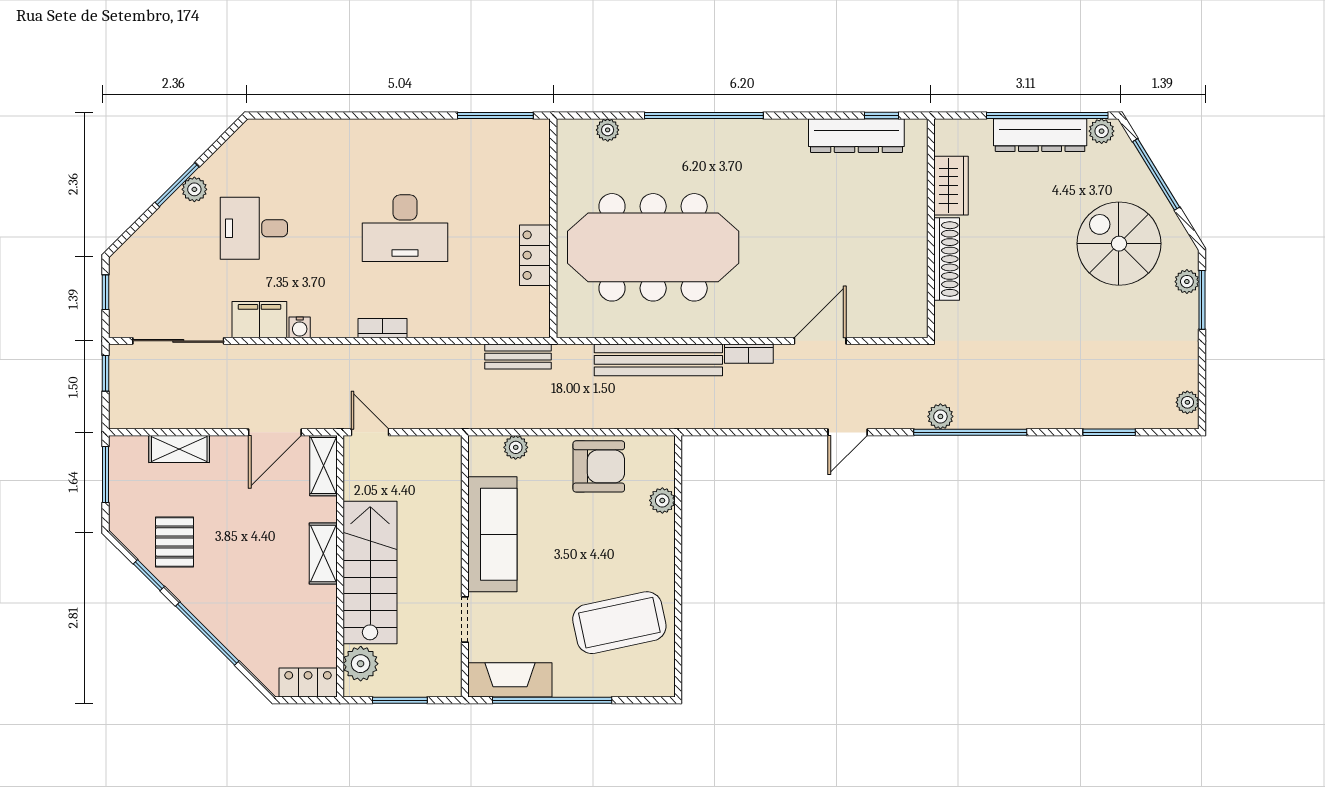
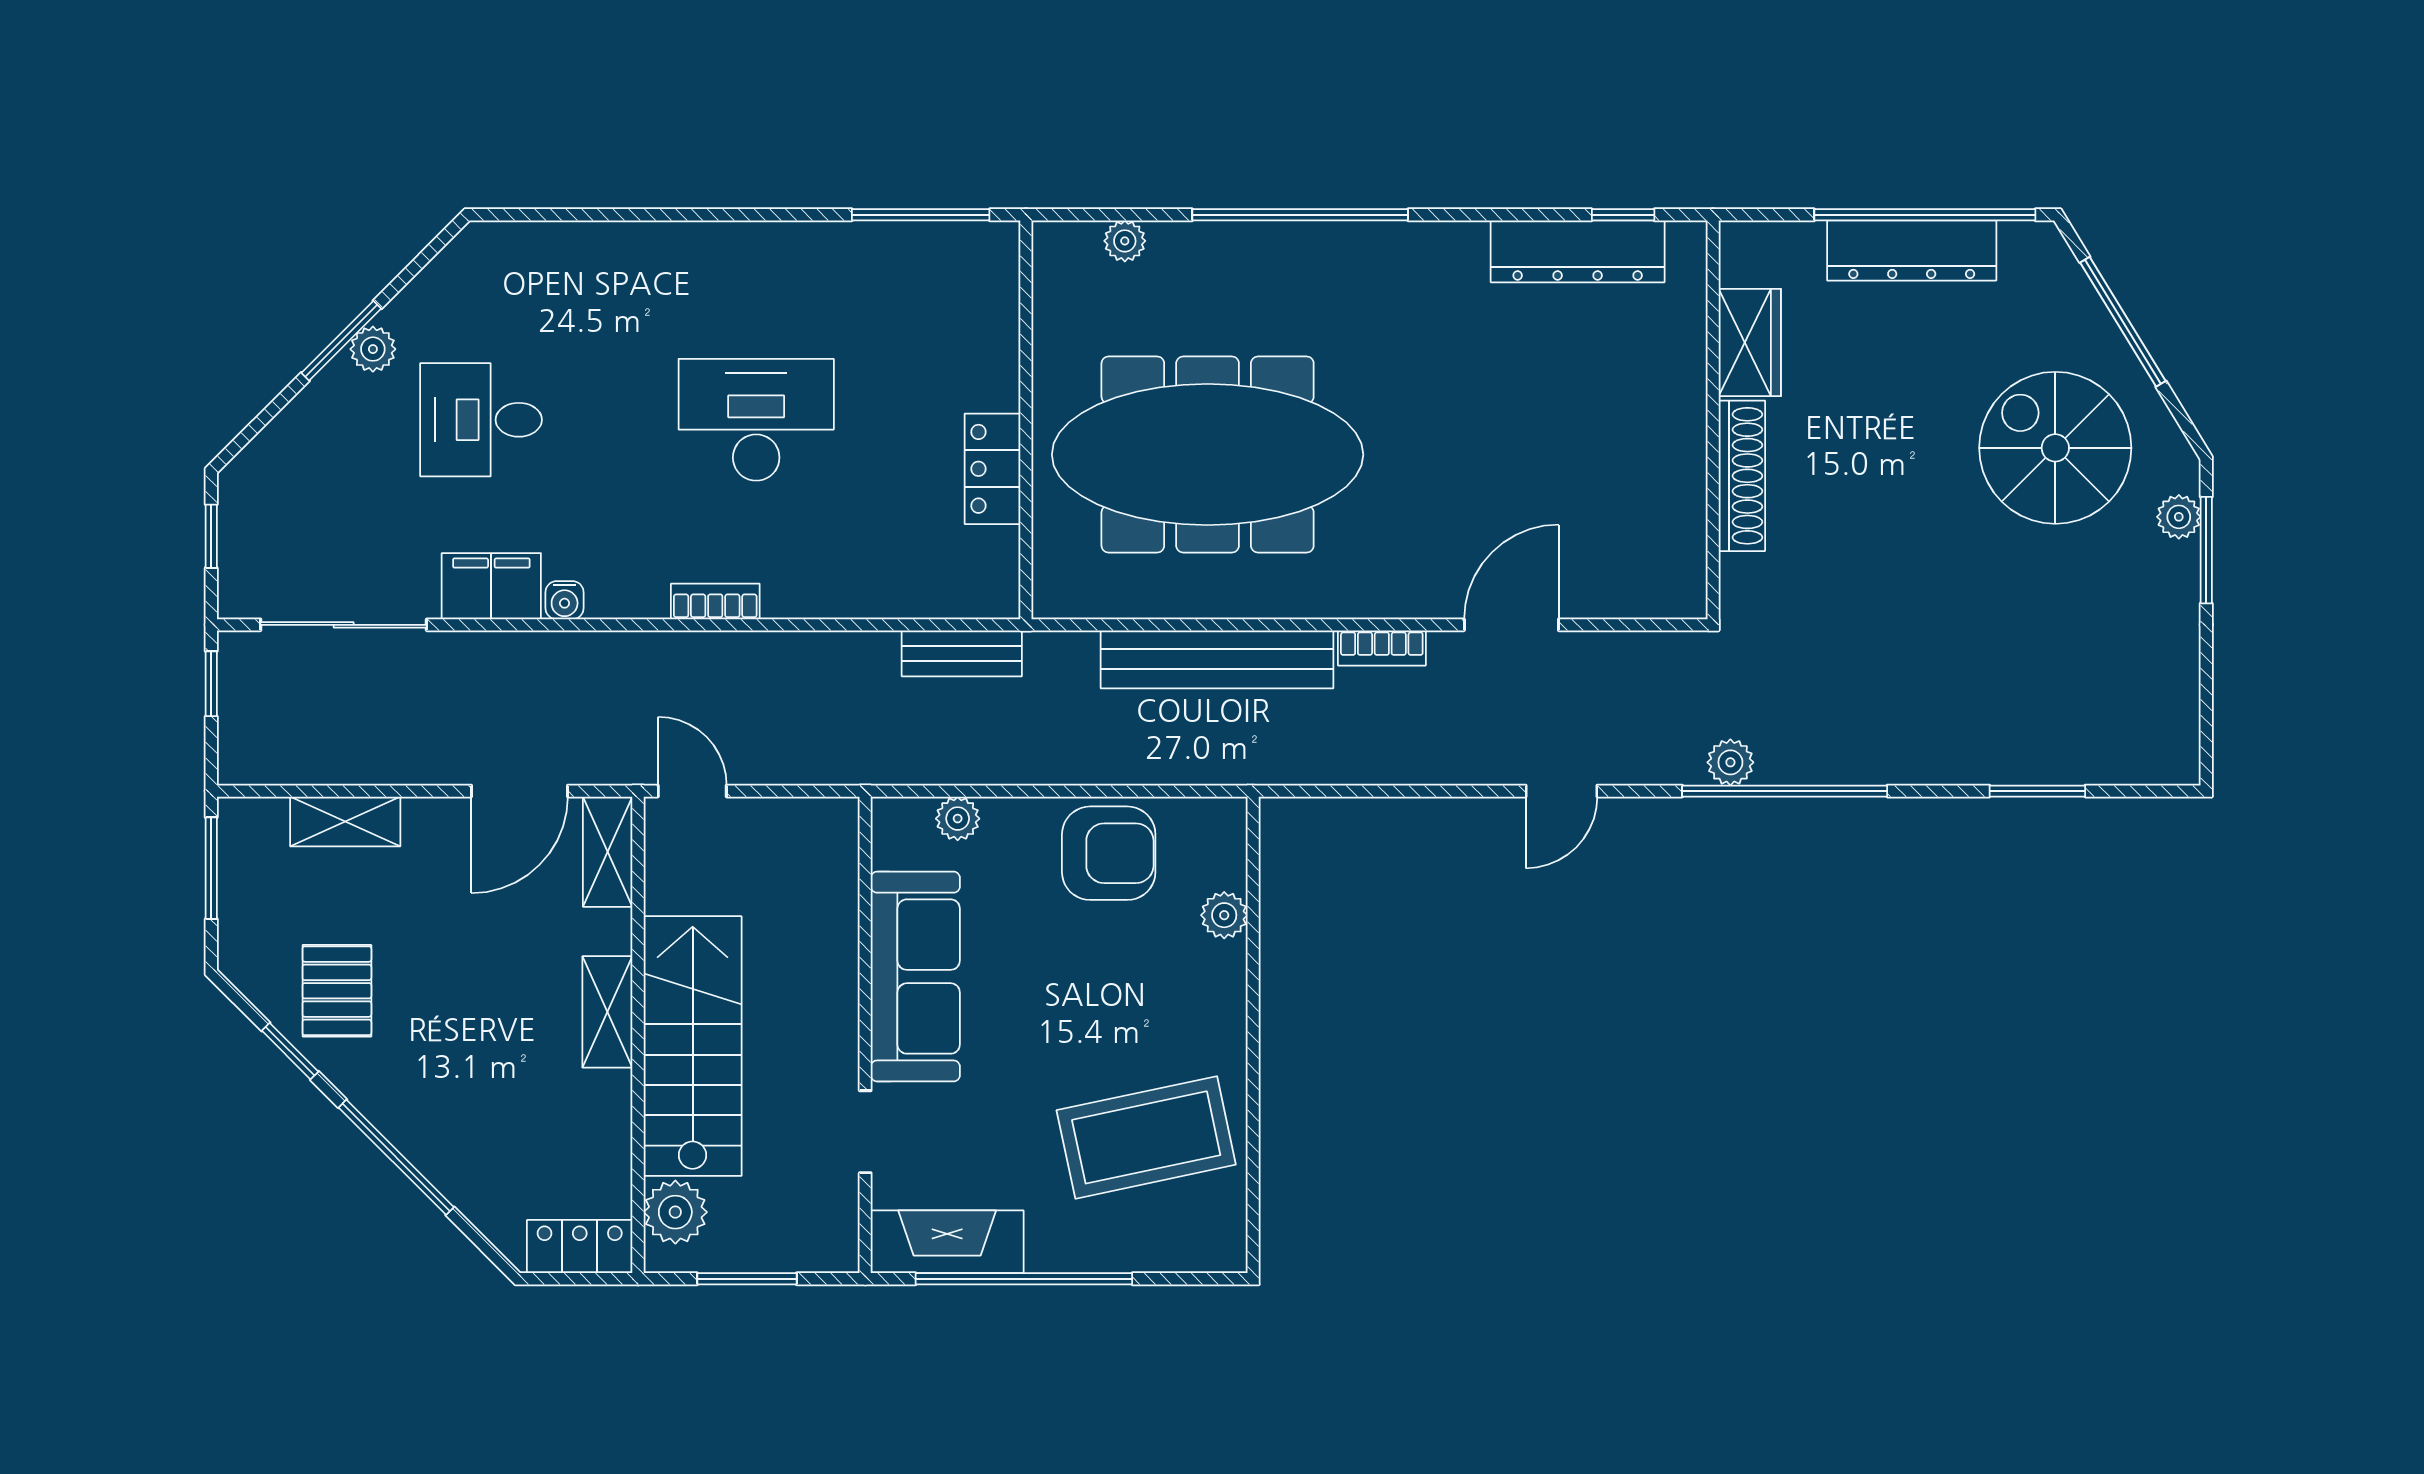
plant: (1102, 131) -> (2024, 243), removed
desk: (405, 228) -> (756, 420), turned 180
plant: (1187, 402) -> (2180, 737), removed

